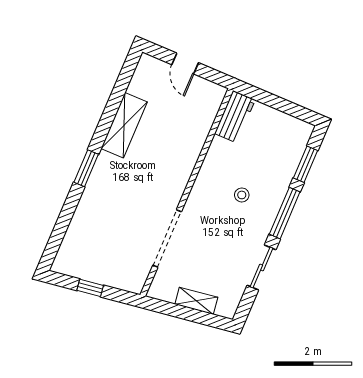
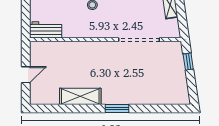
window: (90, 288) -> (188, 62), moved

